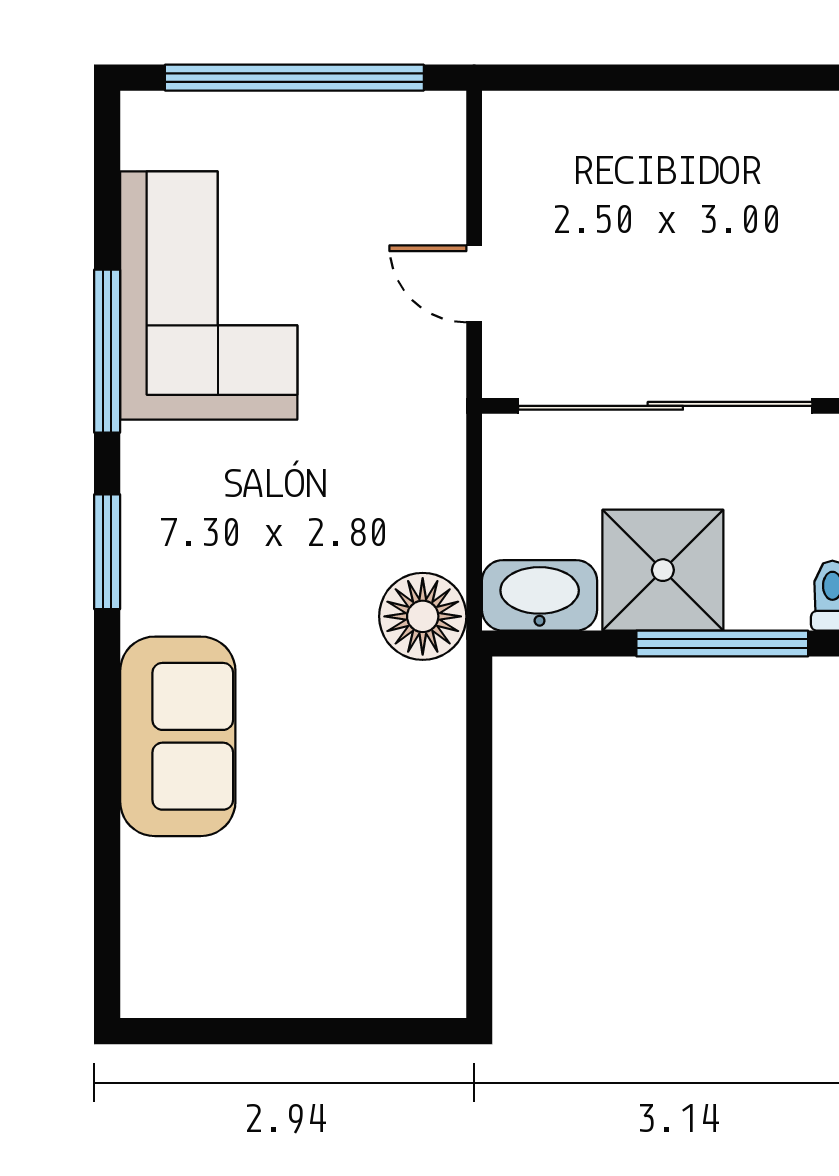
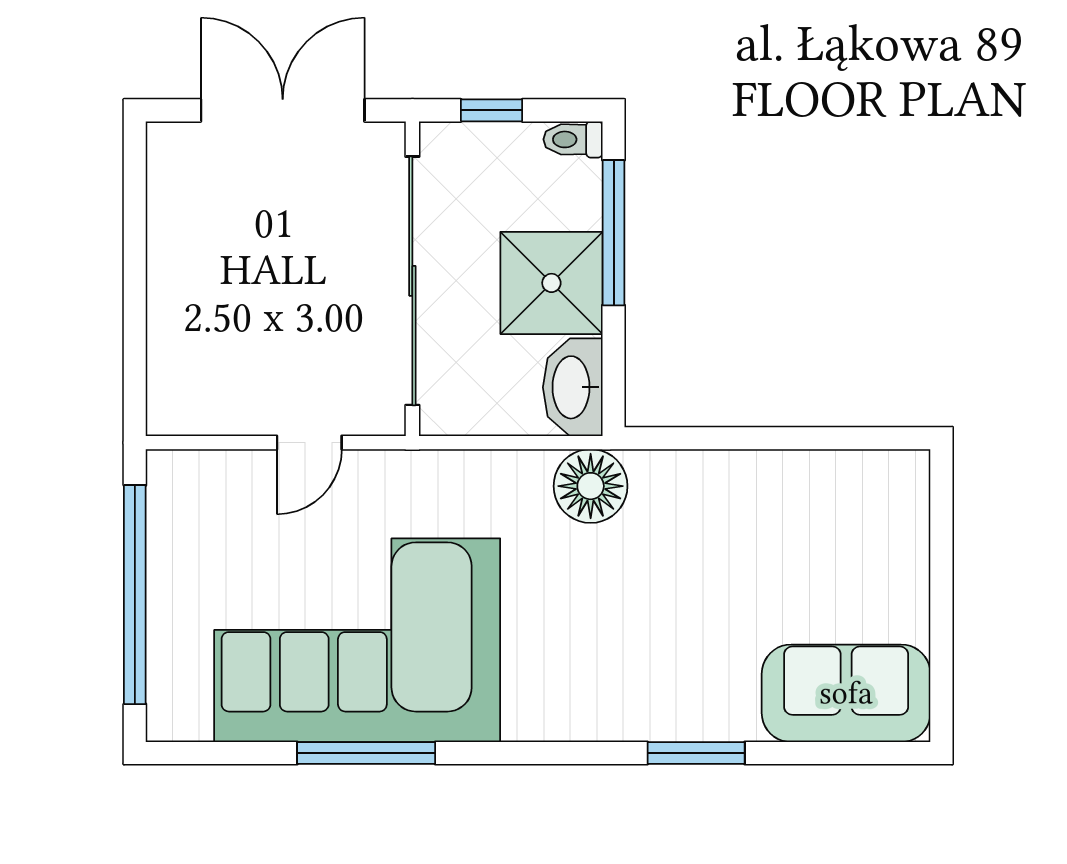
corner sofa: (209, 295) -> (357, 640), width x1.36, depth x1.36
window: (107, 552) -> (696, 753), moved
sofa: (178, 736) -> (846, 693), moved

